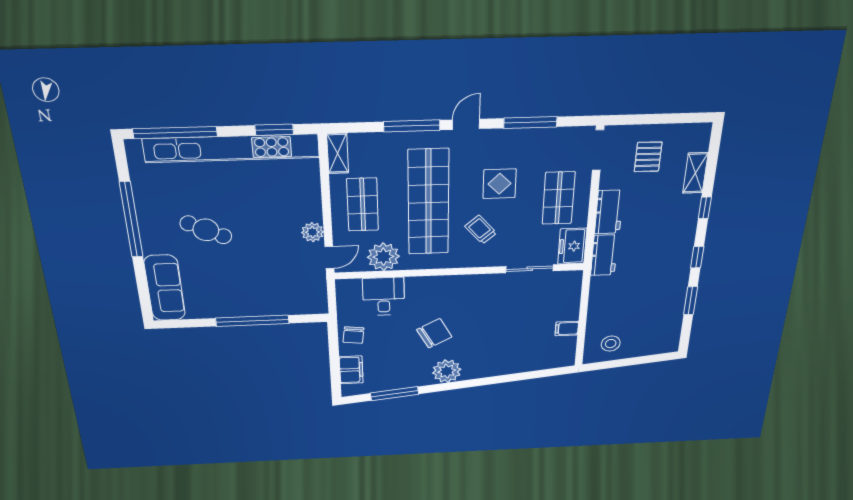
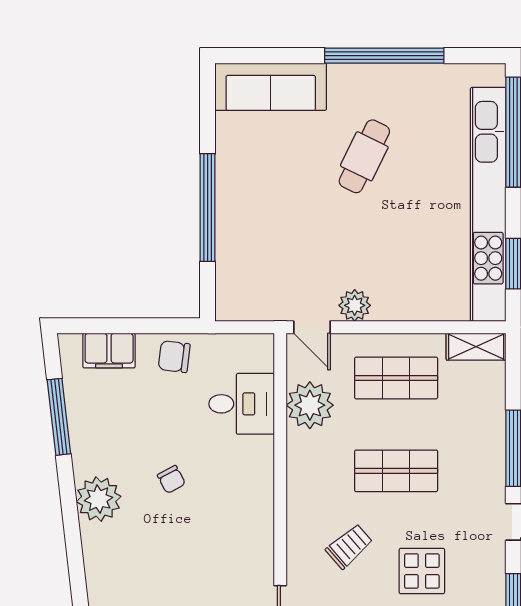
shop shelf: (428, 202) -> (396, 471), width x0.50, depth x0.74
chair: (434, 333) -> (171, 479), width x0.54, depth x0.54

